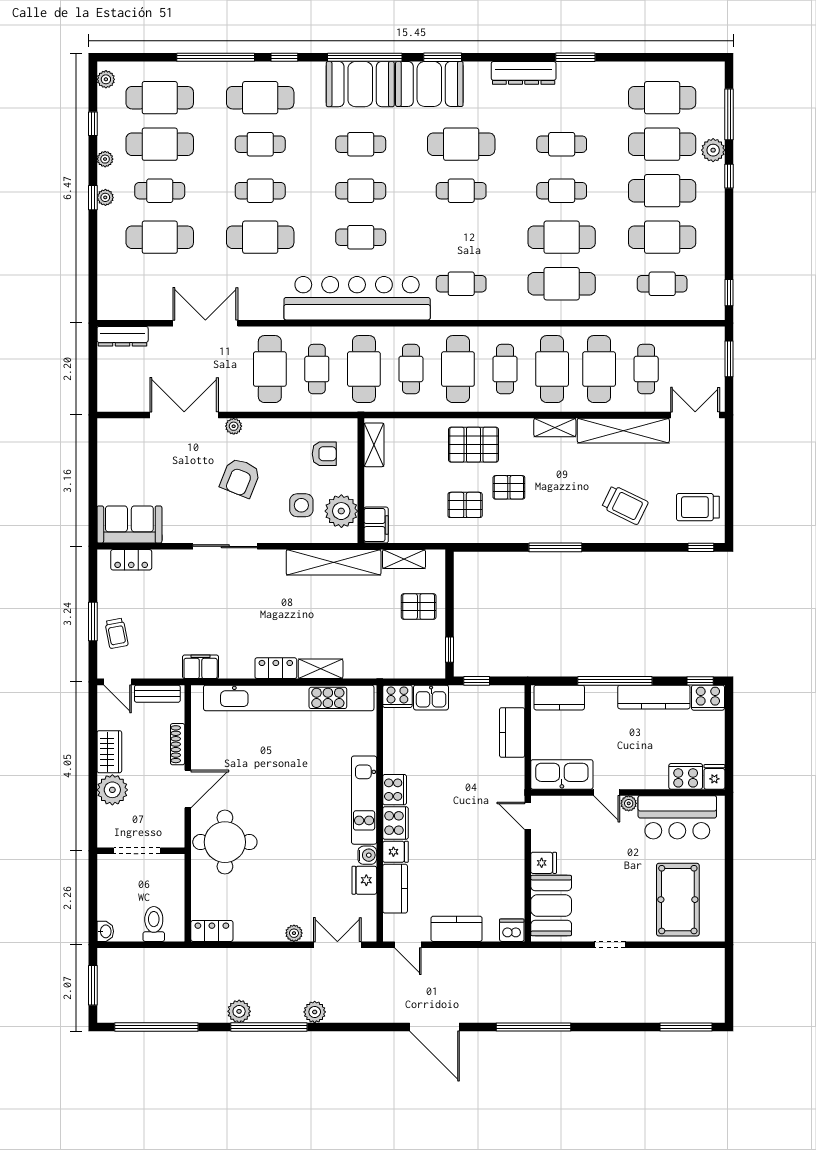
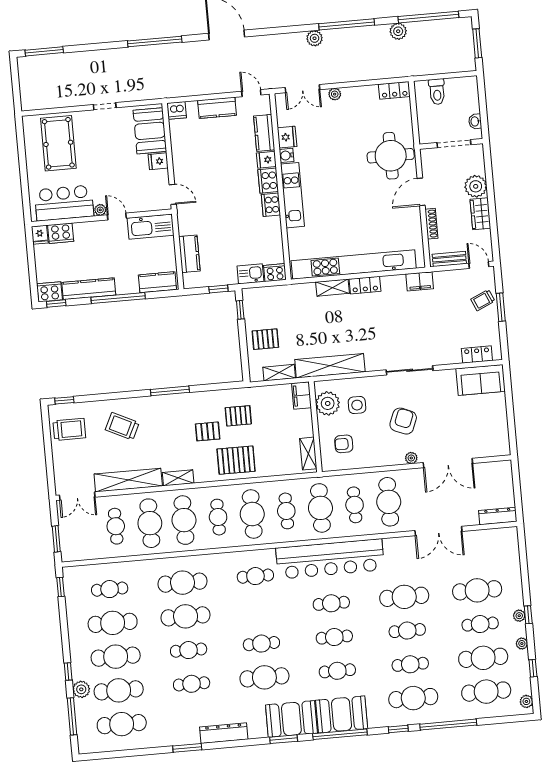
trolley: (117, 633) -> (483, 300), turned -103
washbasin: (105, 931) -> (475, 121), moved
plant: (239, 1011) -> (398, 31), moved

